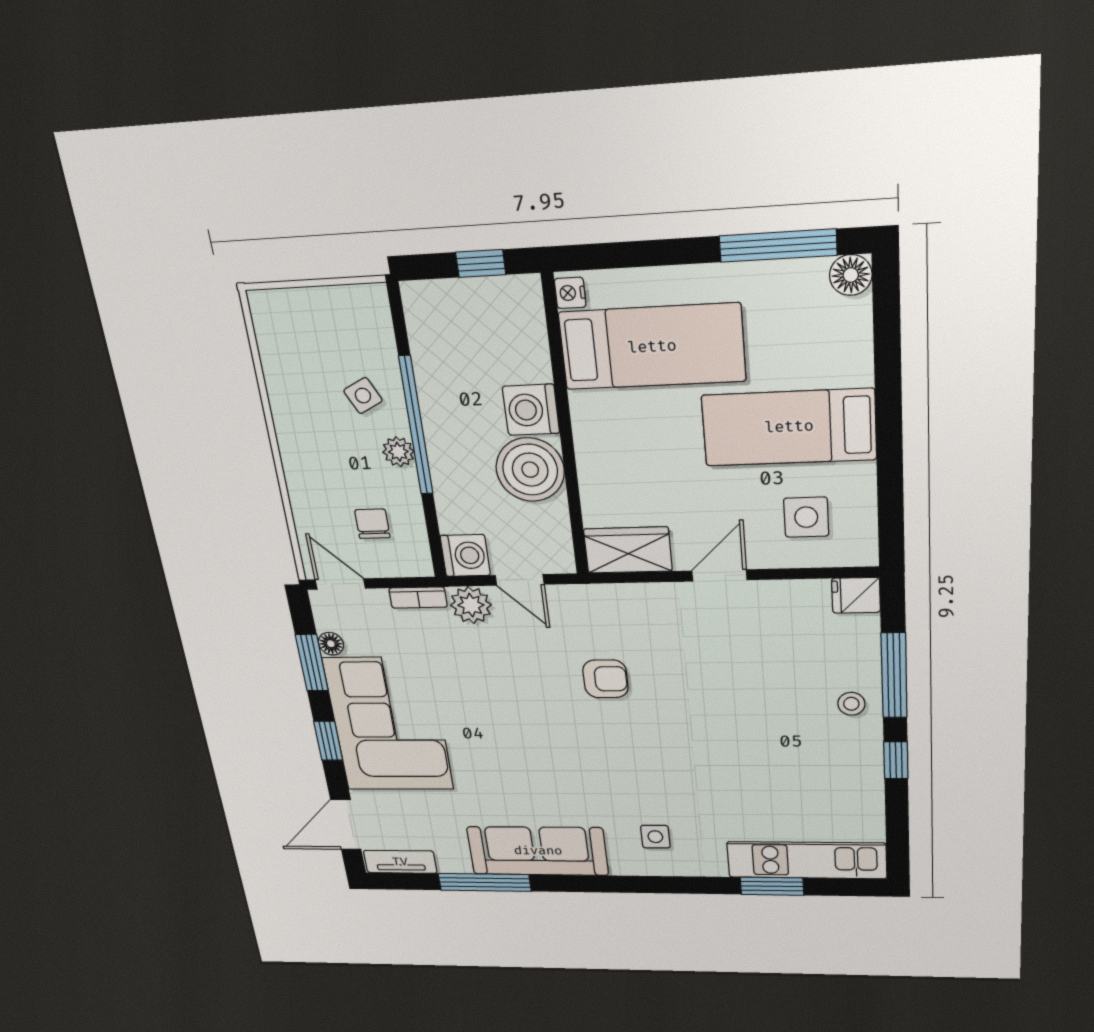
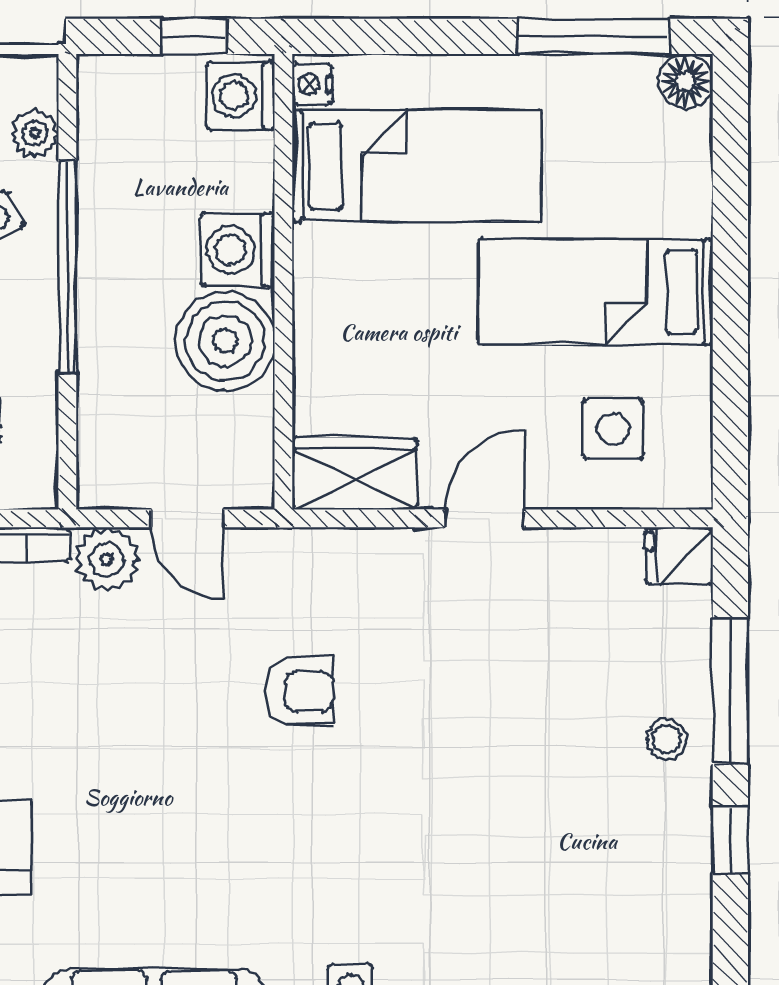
plant: (398, 452) -> (35, 133), moved
washing machine: (465, 555) -> (241, 96), moved, turned 180

